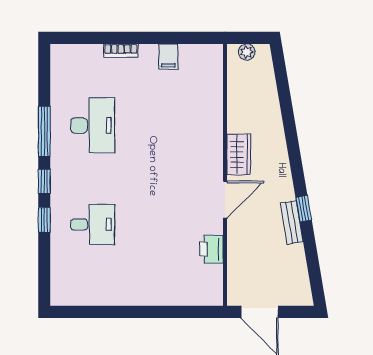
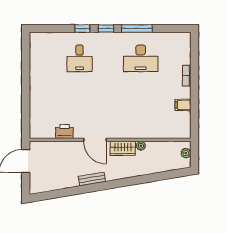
plant: (235, 125) -> (141, 146), added
window: (304, 209) -> (89, 188), removed
bench: (292, 222) -> (92, 179), moved

